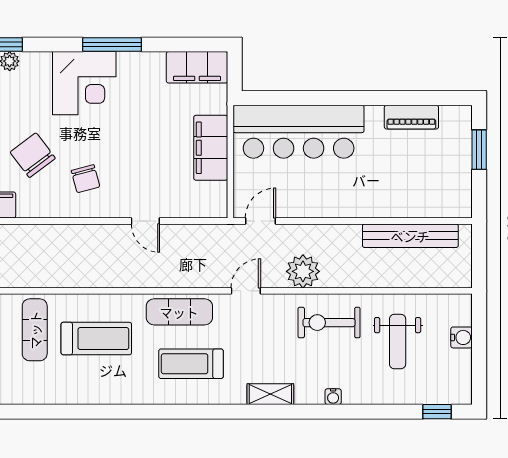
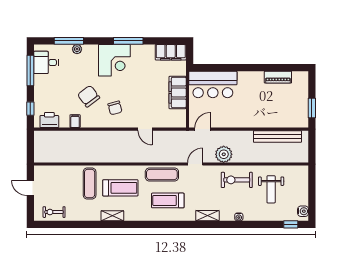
bar counter: (299, 132) -> (213, 84), width x0.73
window: (479, 150) -> (312, 108), moved
water cooler: (462, 337) -> (303, 211), moved
shelving: (80, 394) -> (112, 216), added

